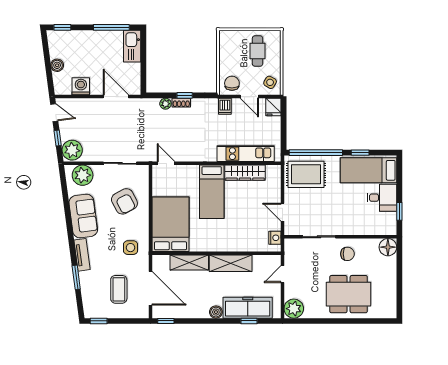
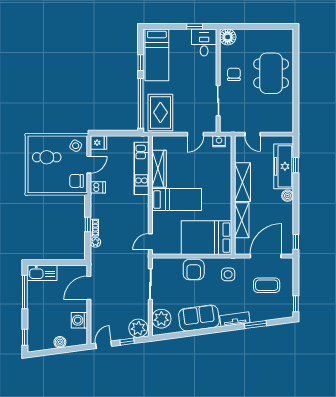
desk: (382, 198) -> (204, 42), moved
armchair: (124, 201) -> (194, 270), moved, turned 118
plant: (294, 309) -> (284, 124), removed

